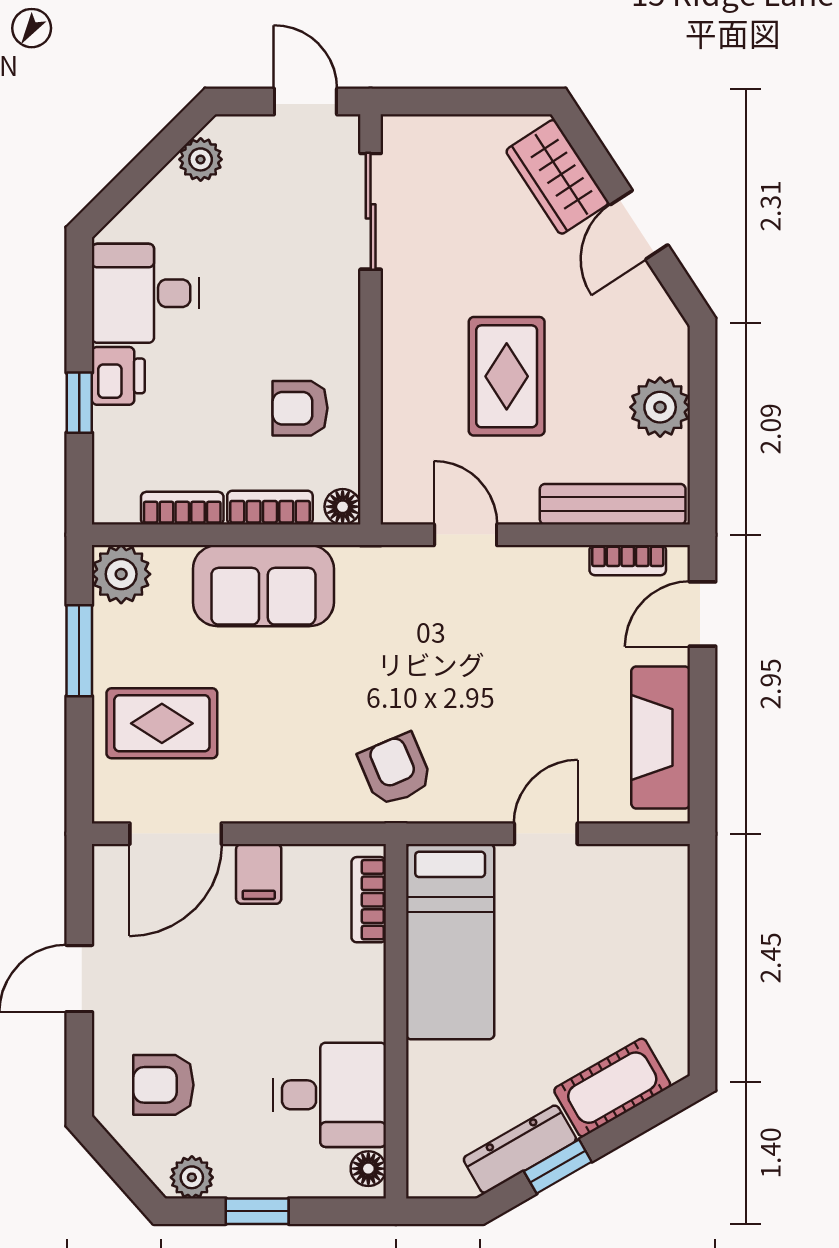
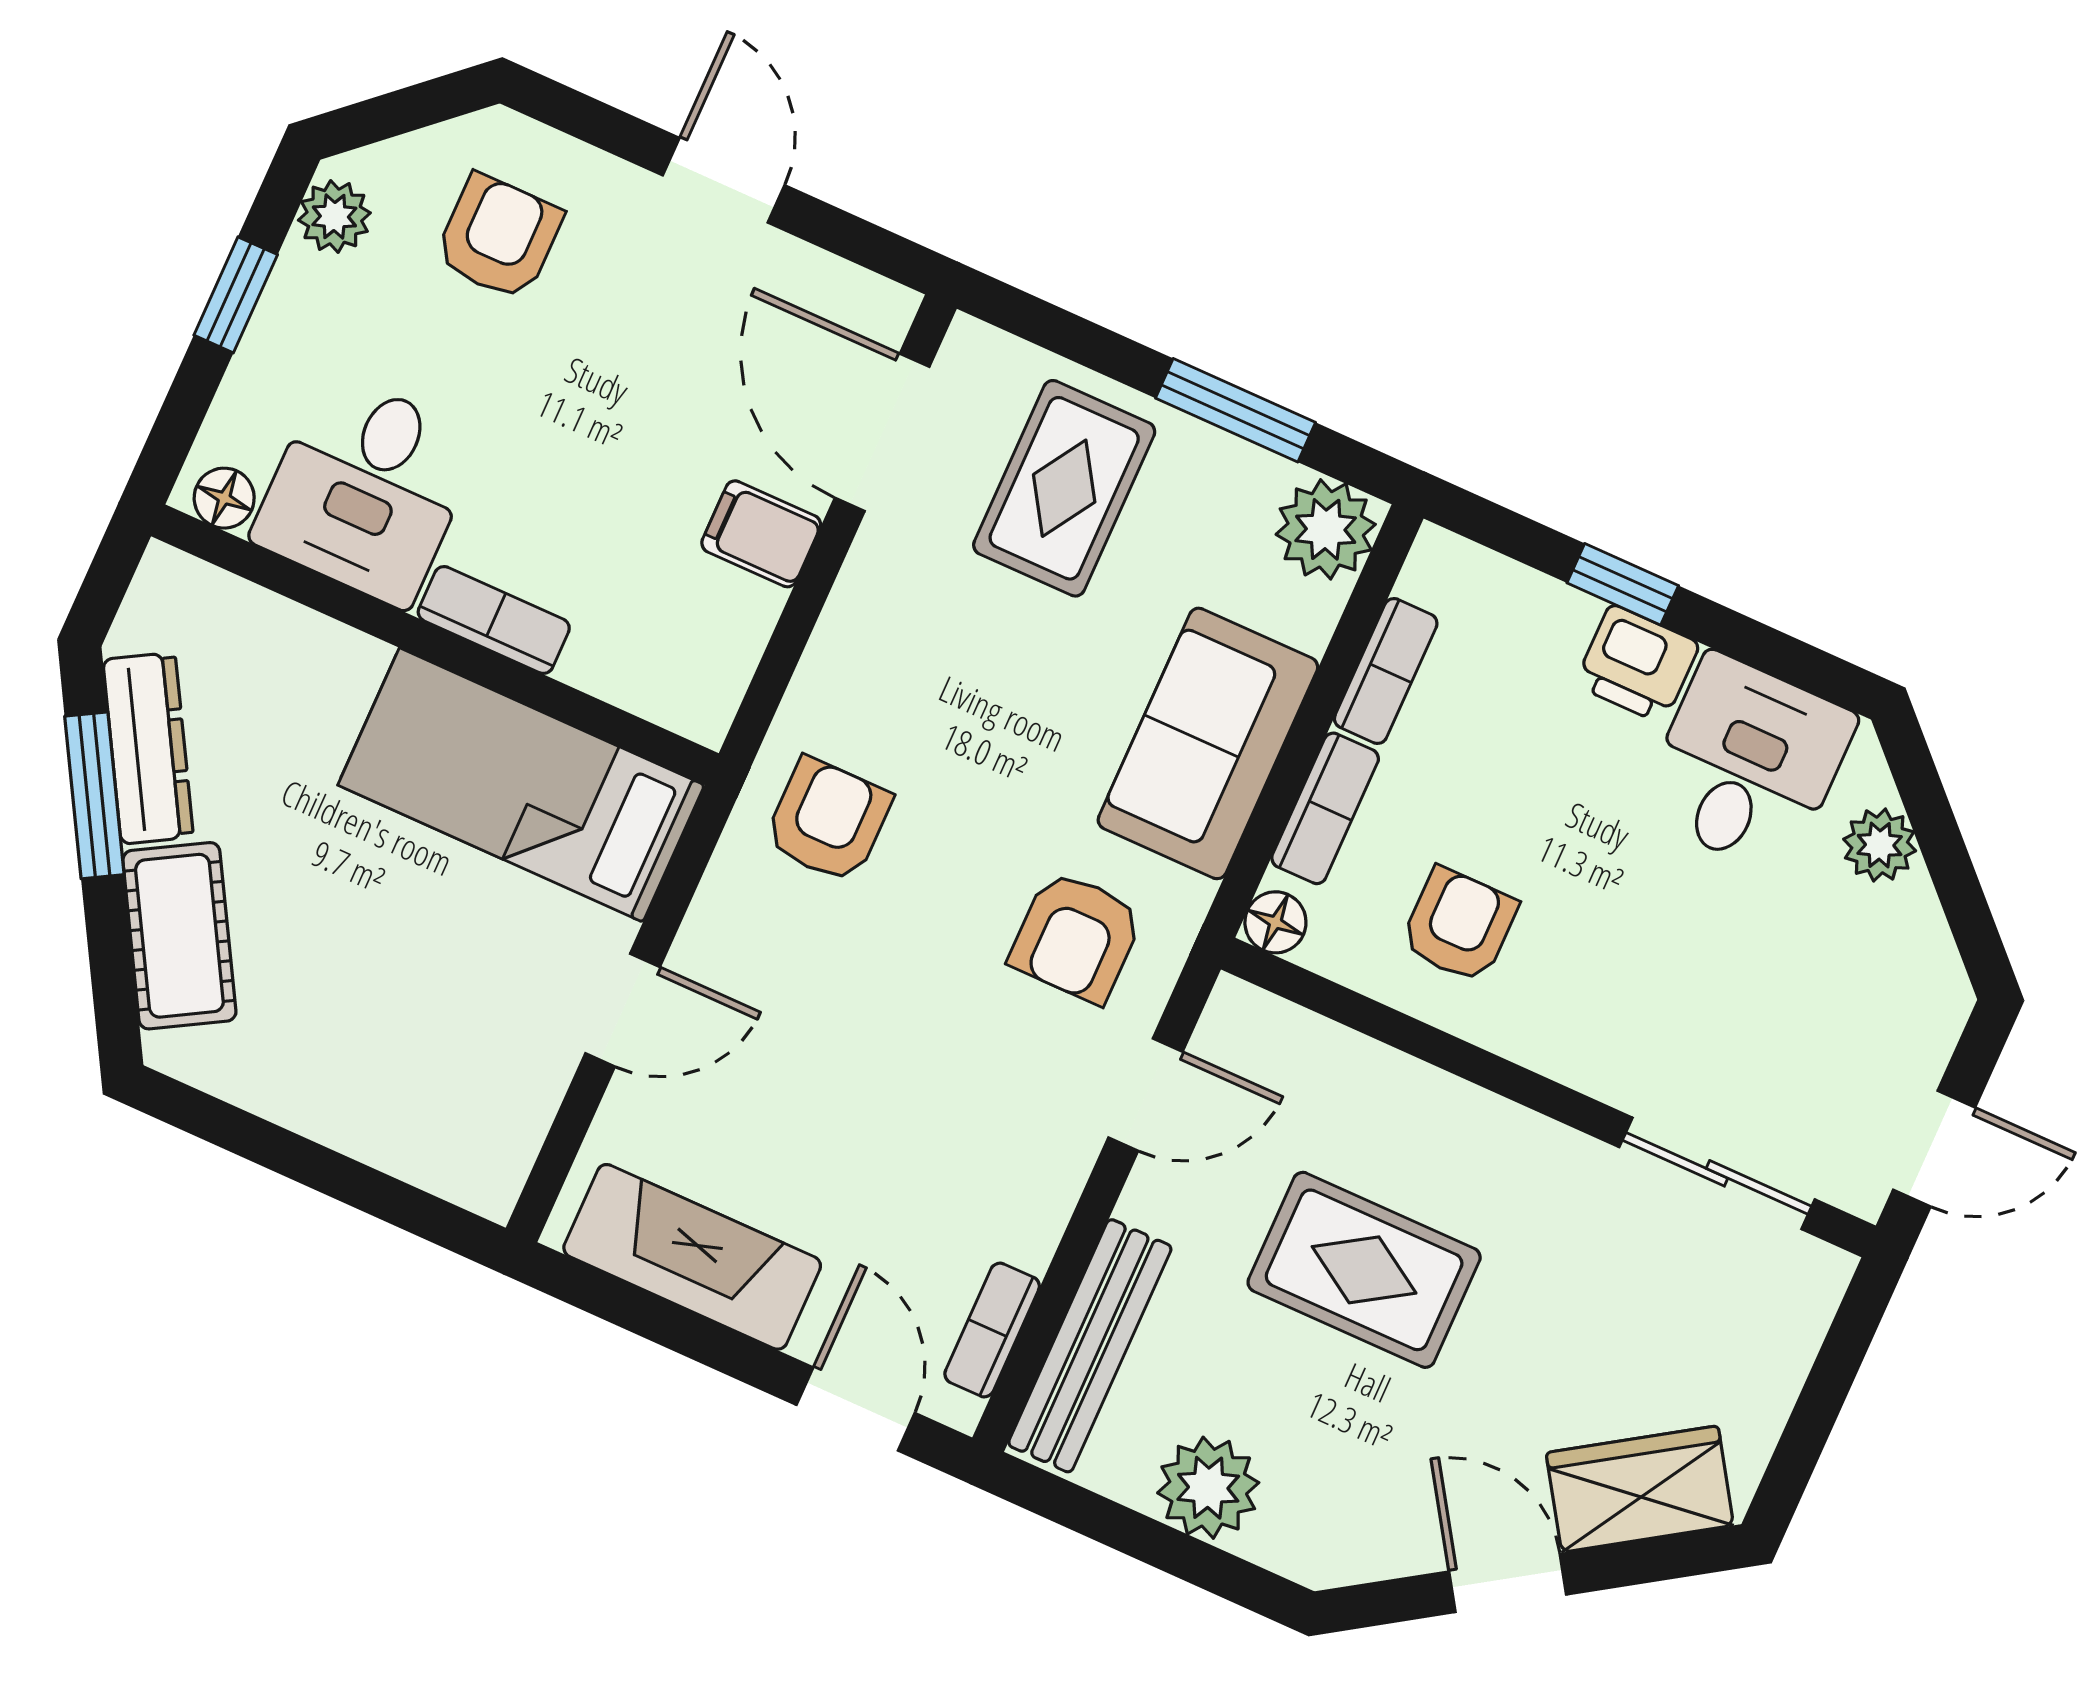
plant: (201, 159) -> (1880, 845), moved
armchair: (398, 609) -> (1076, 937), added
armchair: (395, 770) -> (828, 820), turned -67
door: (546, 834) -> (623, 1010), hinge flipped
bookcase: (369, 900) -> (494, 620), moved
window: (558, 1167) -> (94, 795), width x1.50

